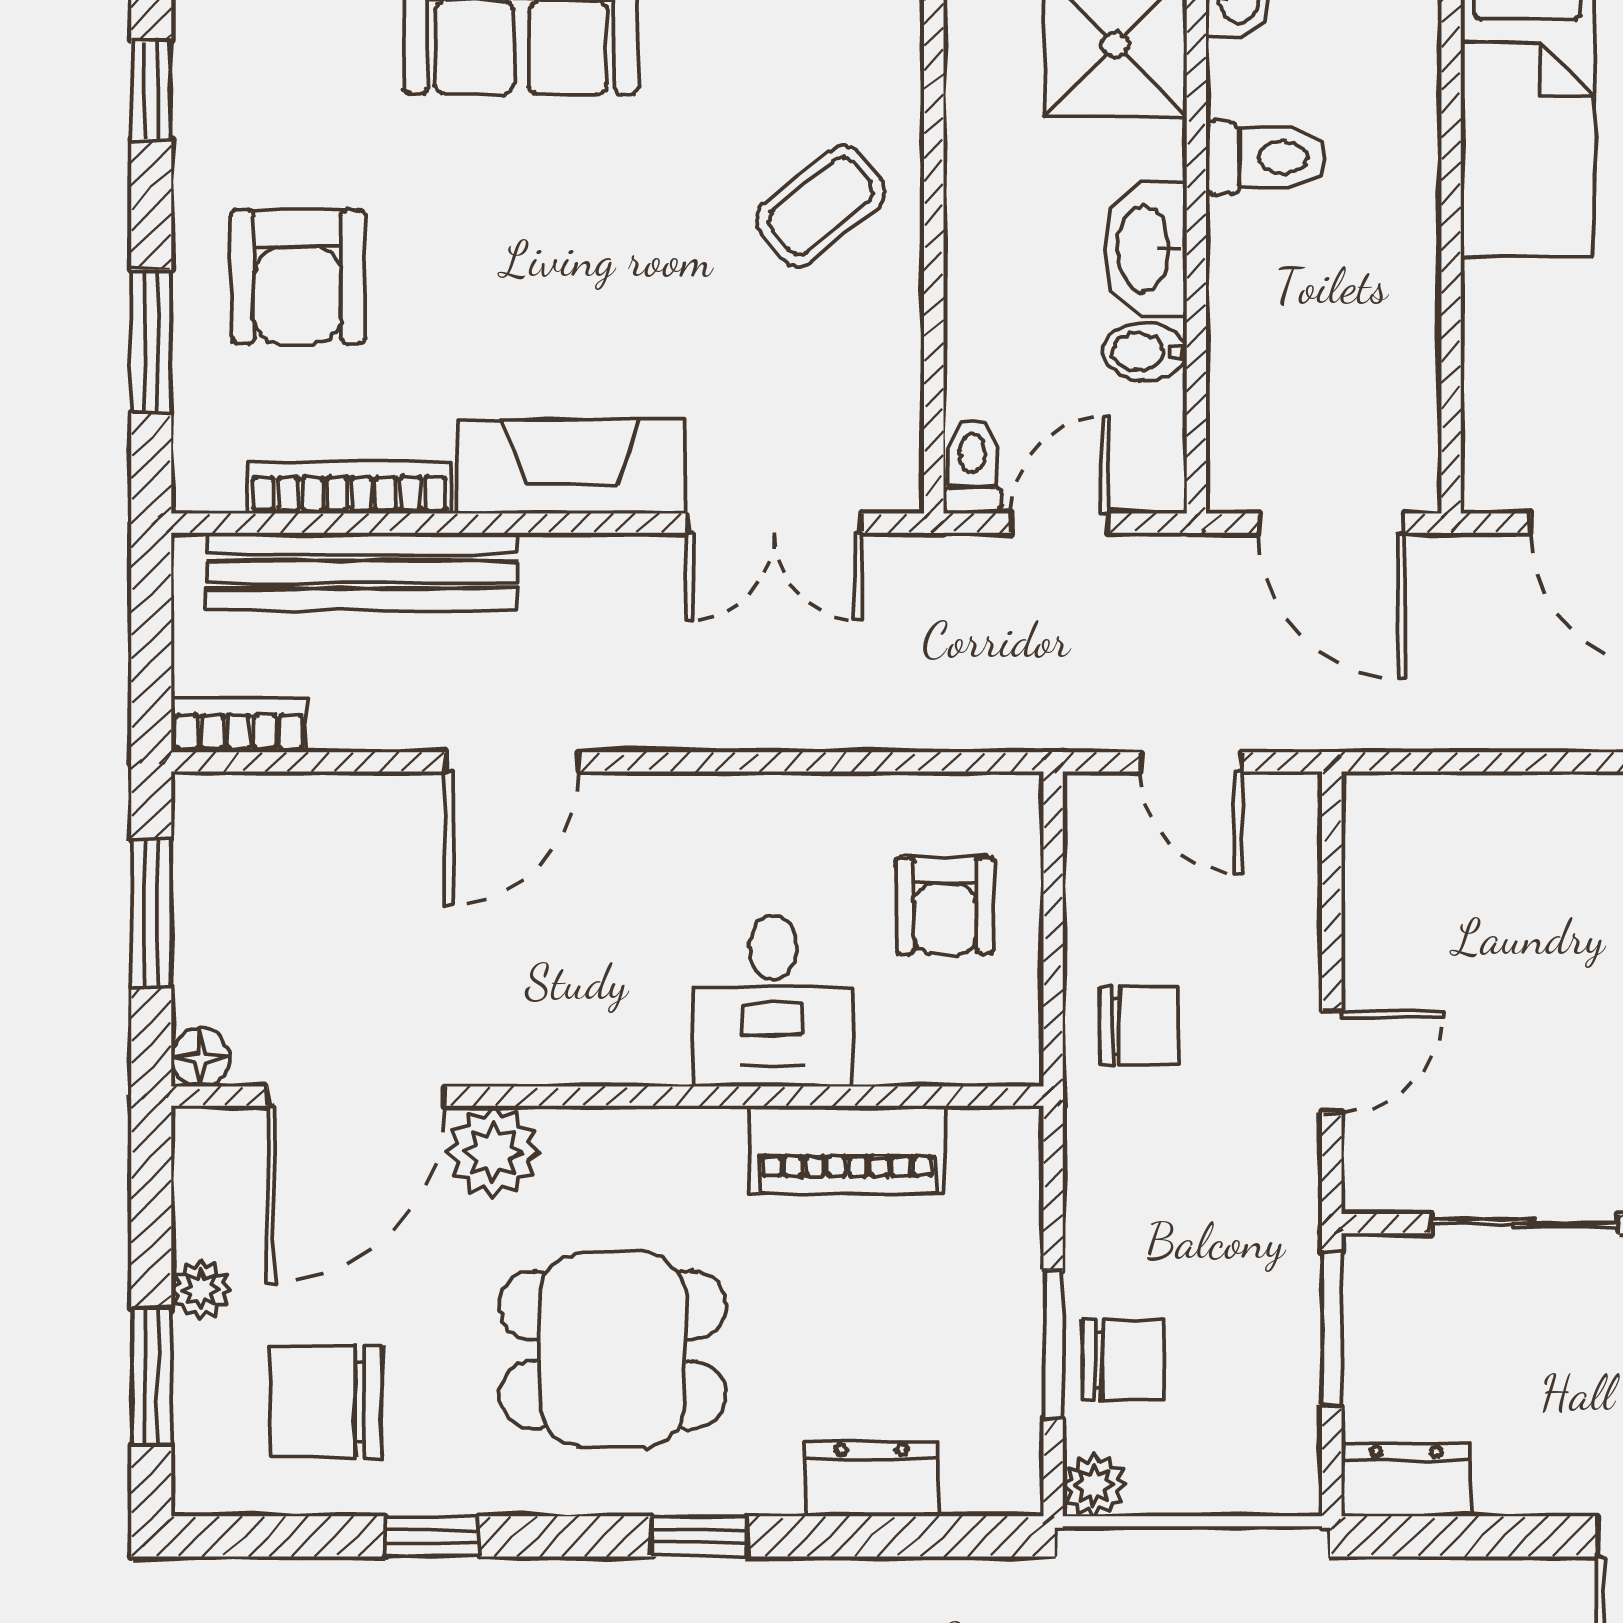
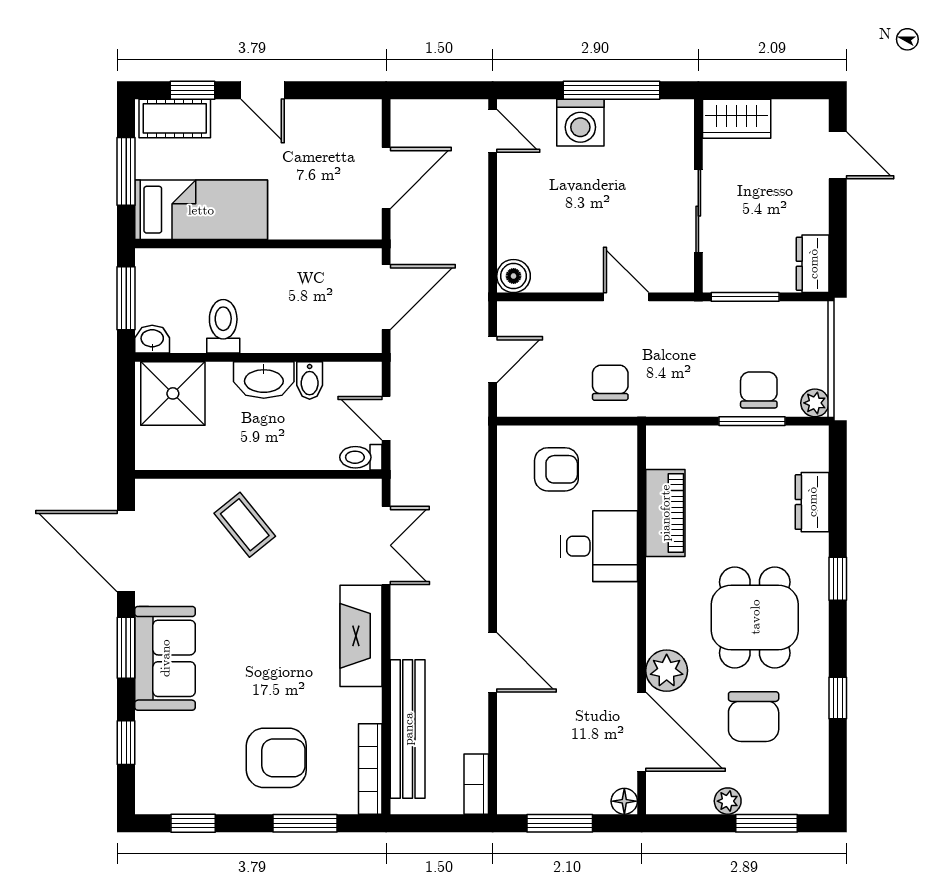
bookcase: (349, 487) -> (370, 769), moved
boiler: (1379, 809) -> (514, 276), added
chair: (326, 1402) -> (754, 717), moved

